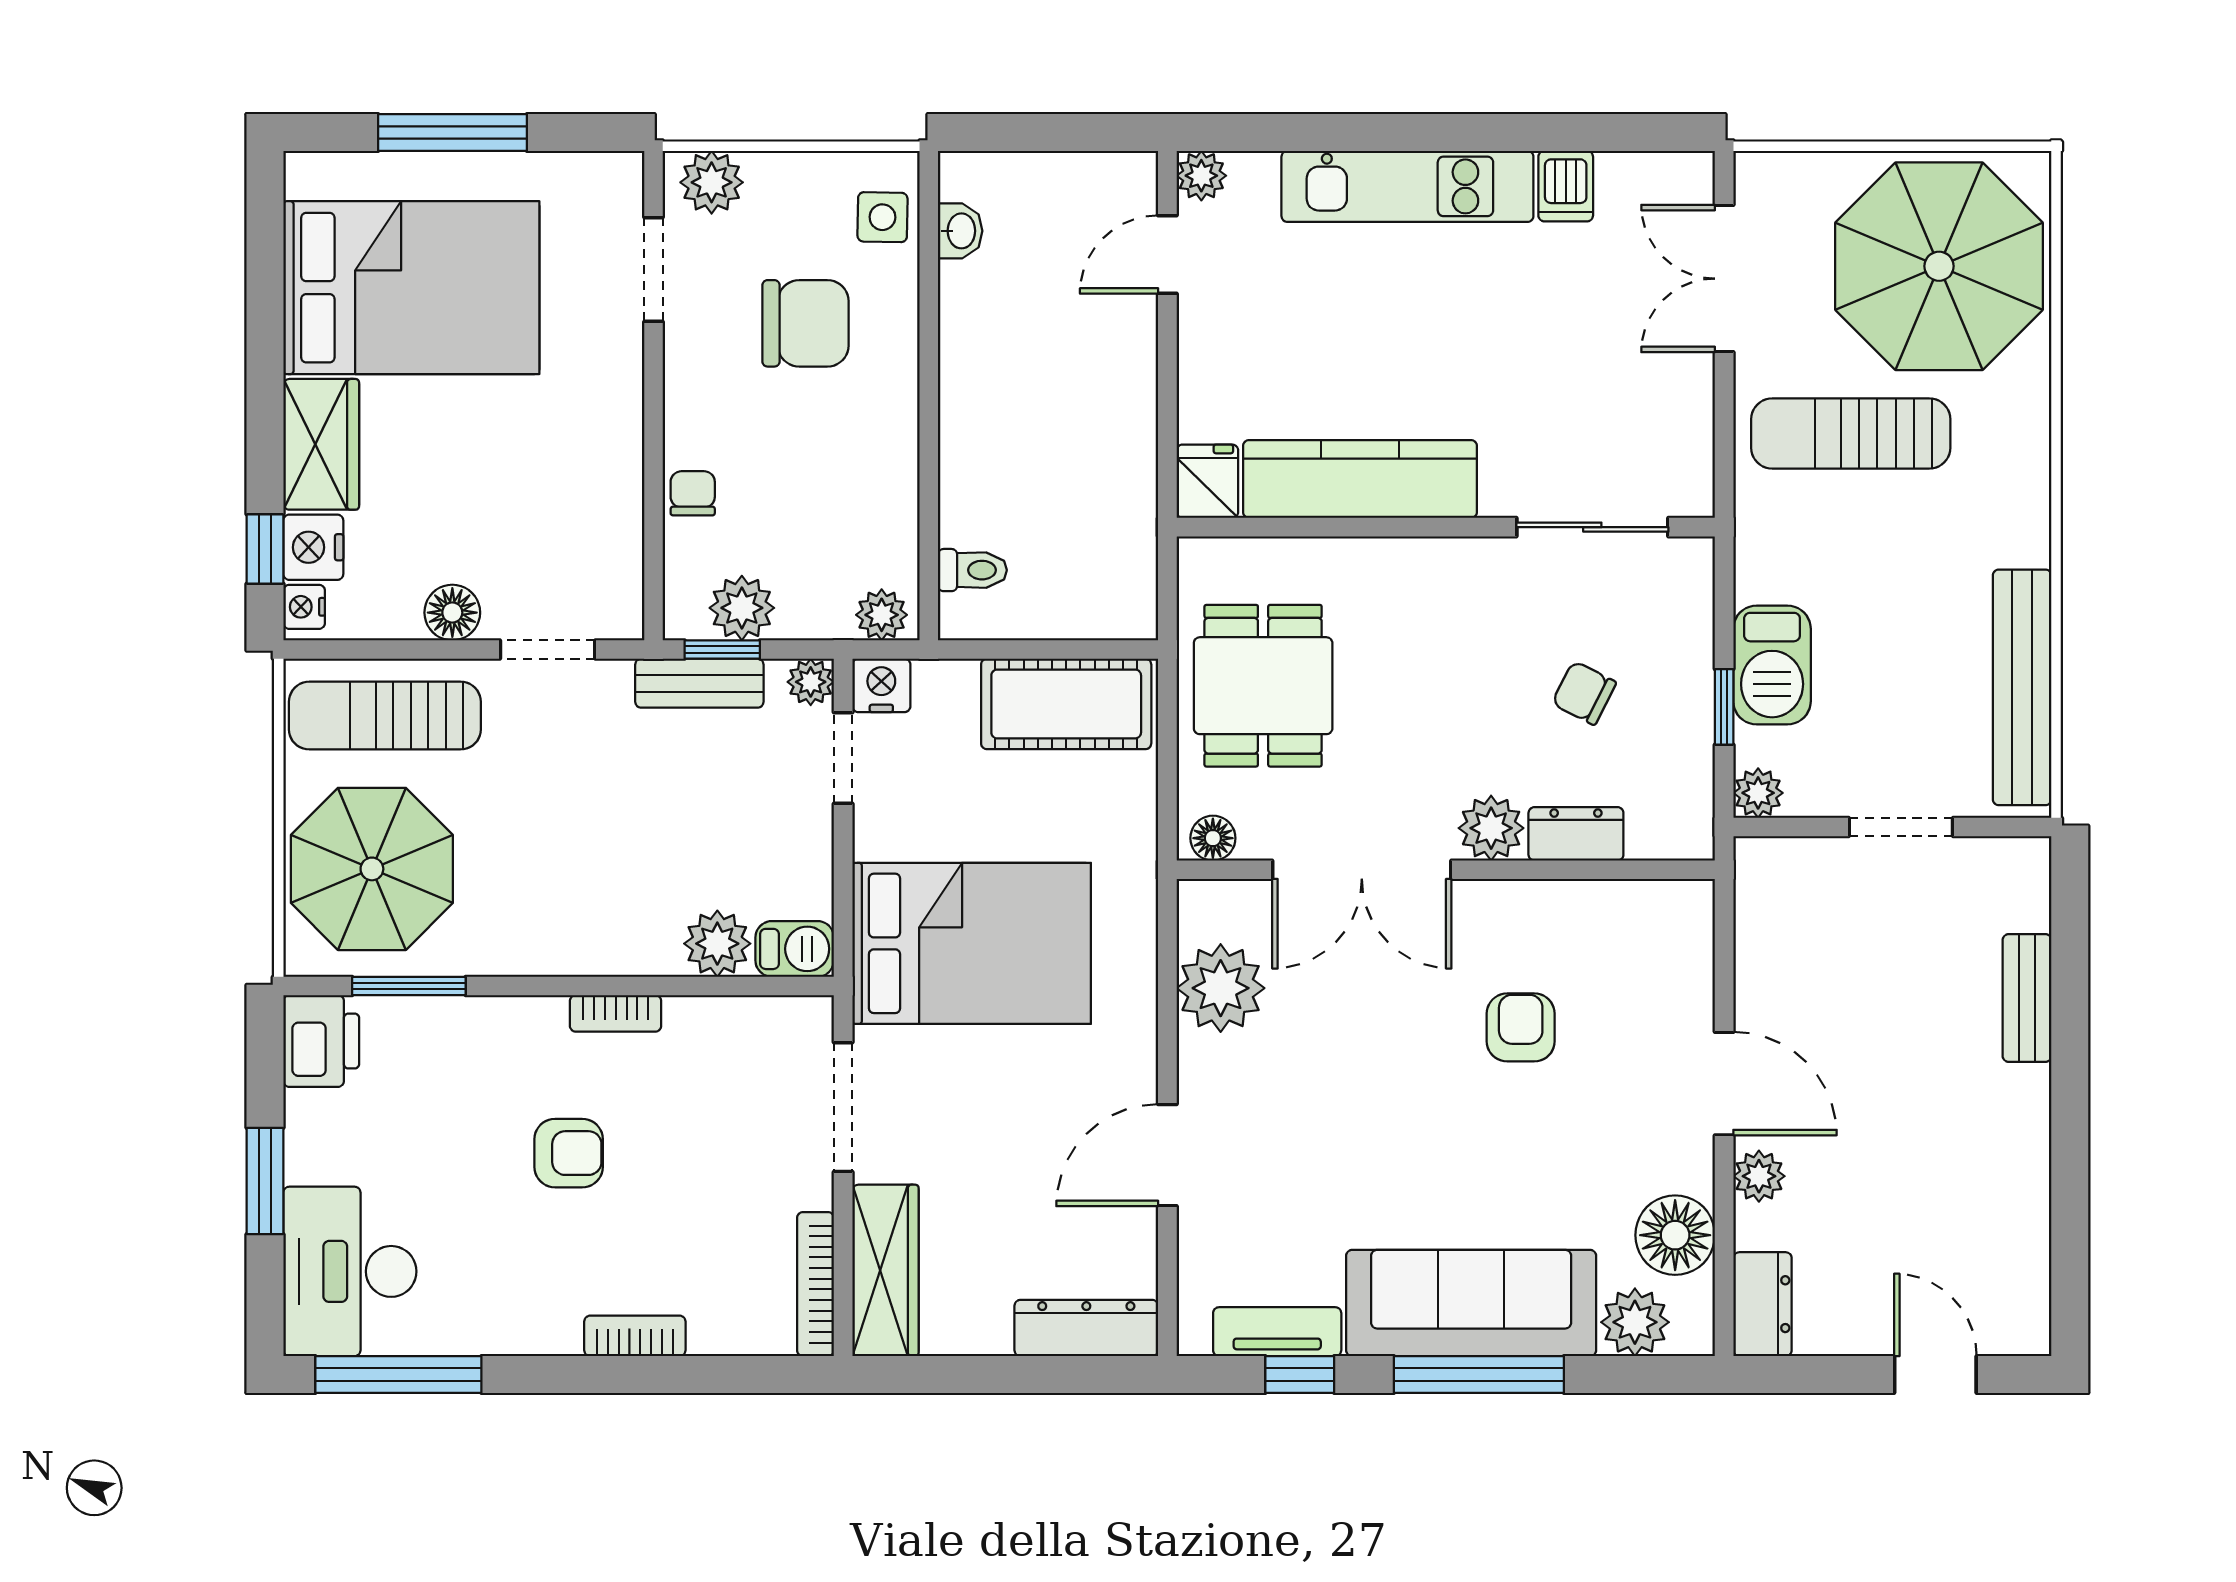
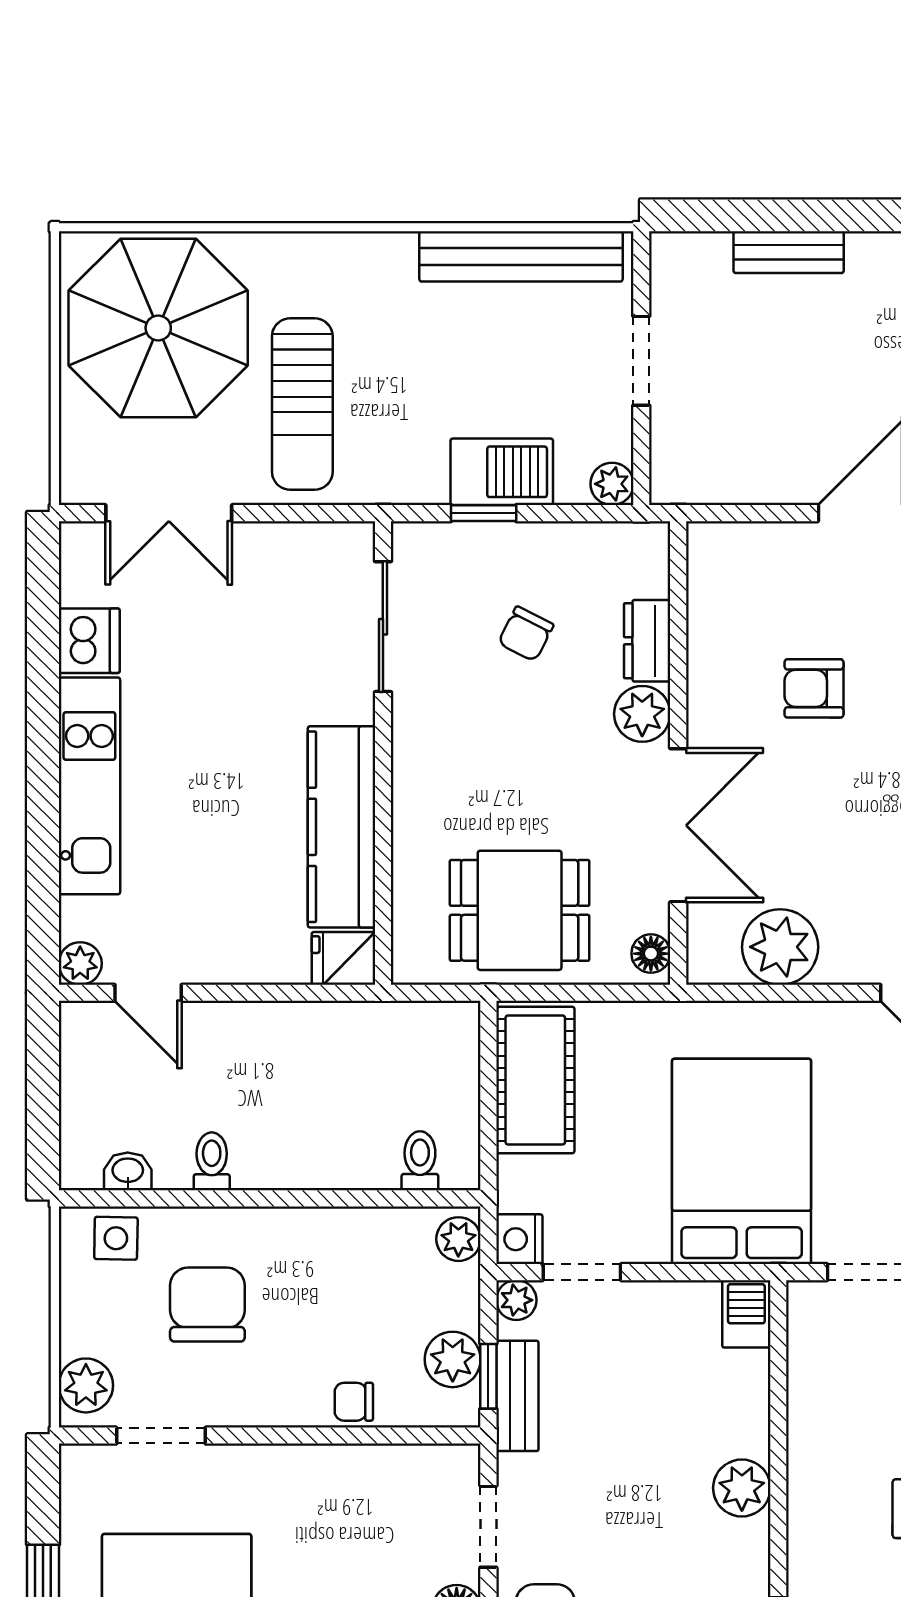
dishwasher: (1566, 186) -> (89, 641), width x1.38
toilet: (972, 328) -> (212, 1161), added
window: (1724, 707) -> (484, 513), moved
plant: (717, 944) -> (742, 1488), moved
bookcase: (616, 1013) -> (802, 1468), removed

